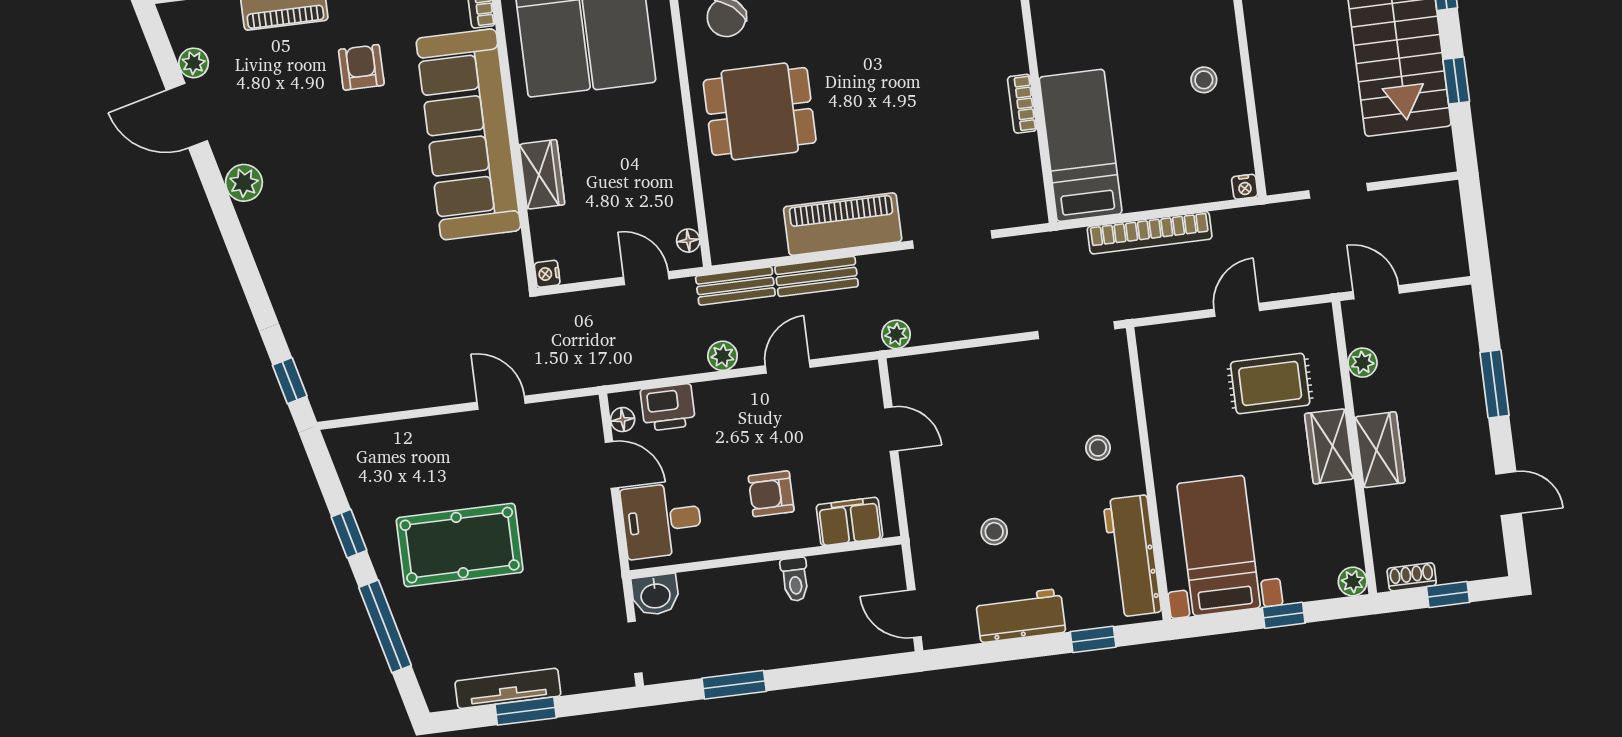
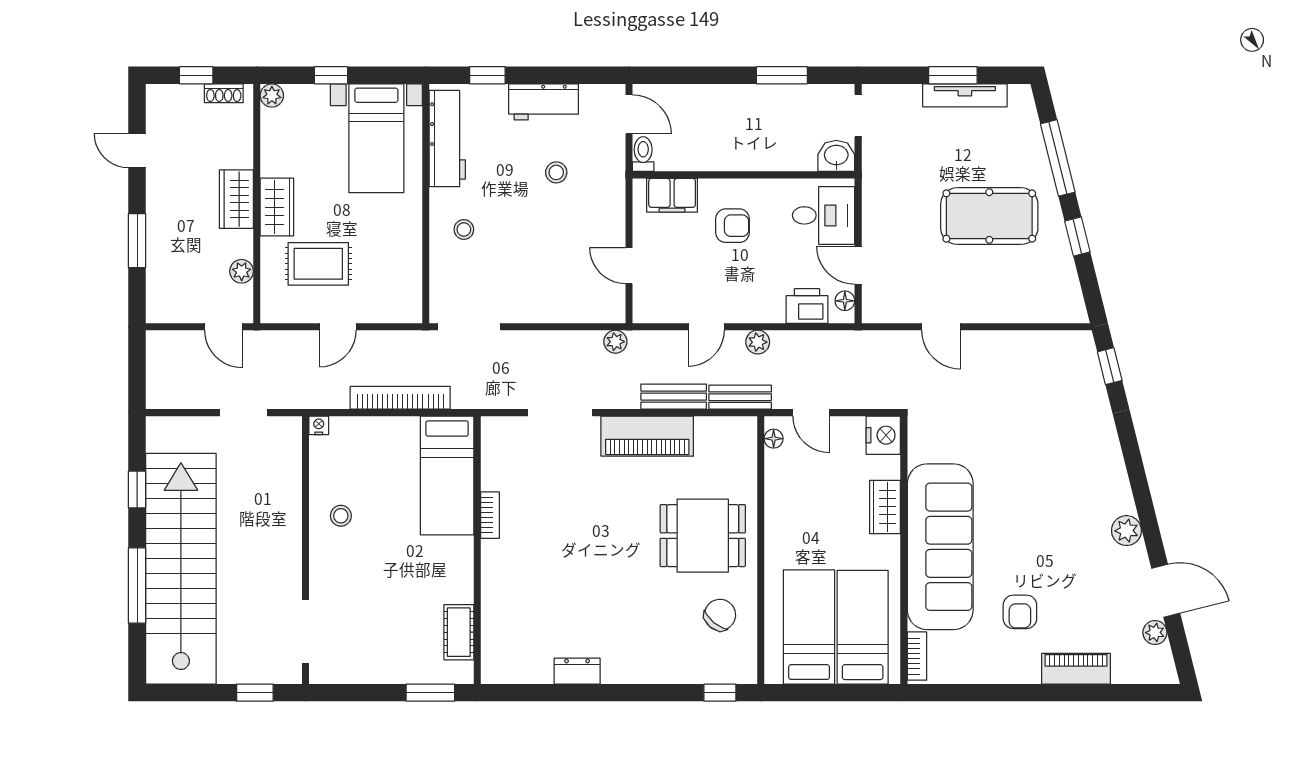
nightstand: (547, 274) -> (883, 435), width x1.89, depth x1.79
toilet: (795, 579) -> (643, 154), moved

